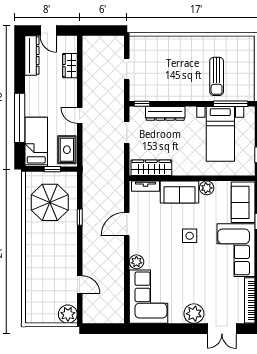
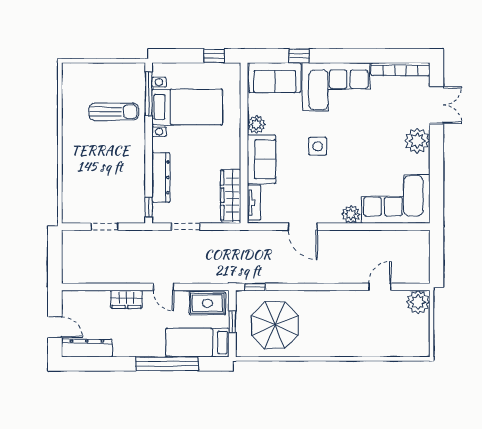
door: (48, 30) -> (55, 327), hinge flipped
wardrobe: (70, 66) -> (126, 299), moved
door: (80, 115) -> (164, 287), hinge flipped
window: (80, 217) -> (255, 287), moved

